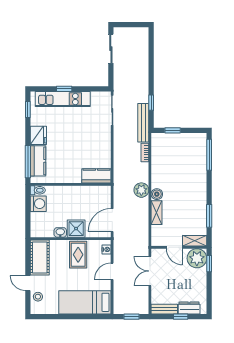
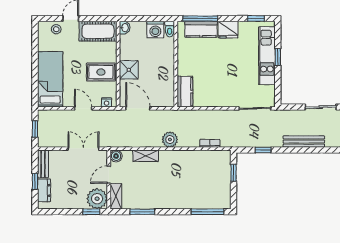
bench: (143, 123) -> (304, 142), moved
boiler: (157, 194) -> (116, 156), moved
washbasin: (60, 232) -> (125, 28), moved

